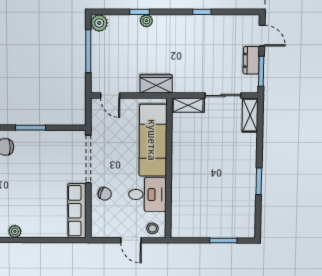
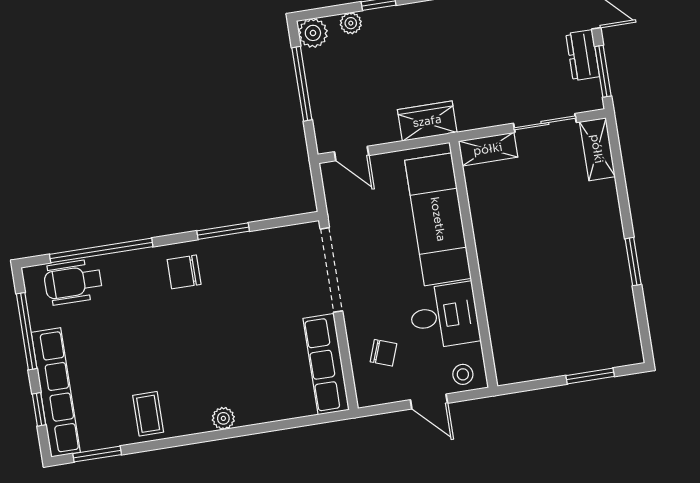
plant: (146, 21) -> (351, 23), moved
chair: (105, 194) -> (383, 353), moved

